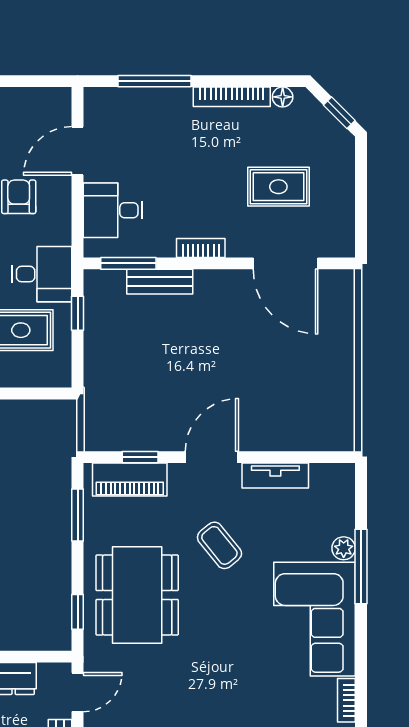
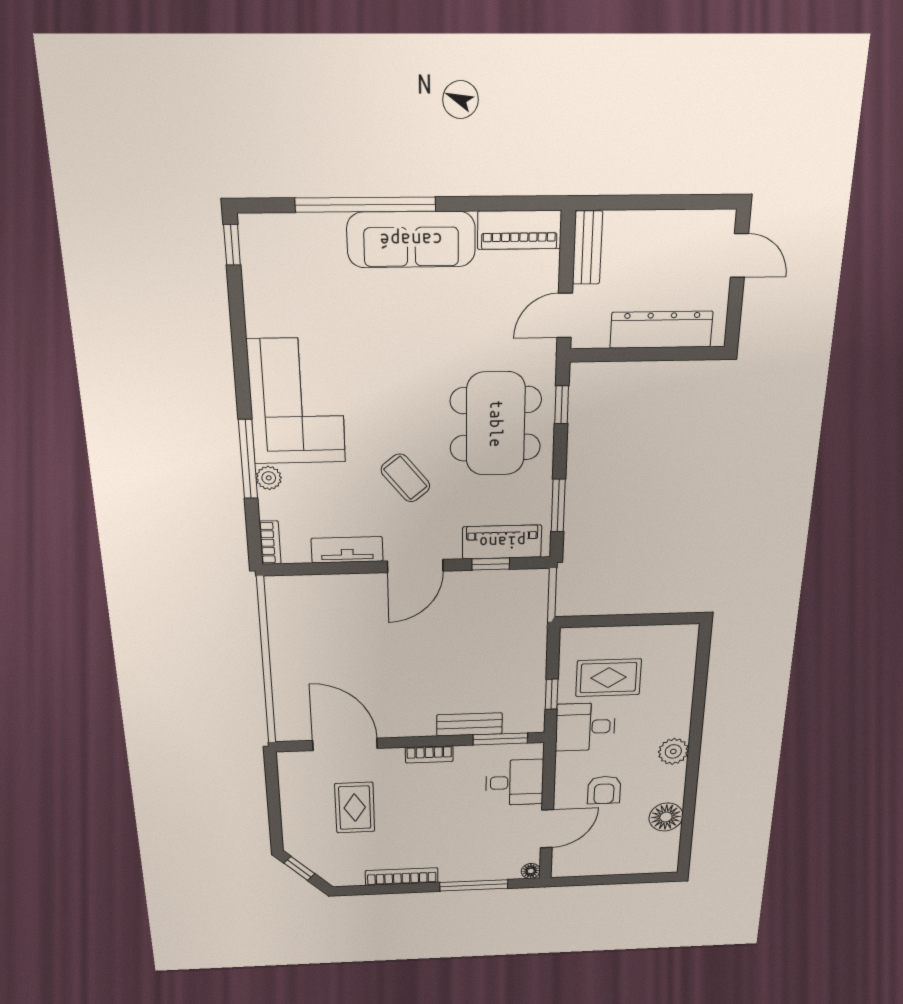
floor lamp: (283, 97) -> (531, 871), moved
rug: (278, 187) -> (355, 808), turned 90
bookcase: (346, 700) -> (270, 543), moved

